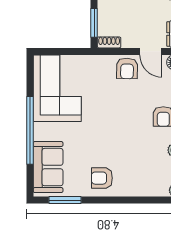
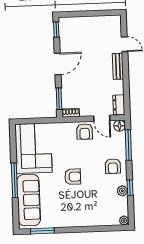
window: (30, 130) -> (14, 180), width x0.68
sofa: (48, 167) -> (29, 200), width x1.36
armchair: (102, 178) -> (73, 177), moved, turned 180

